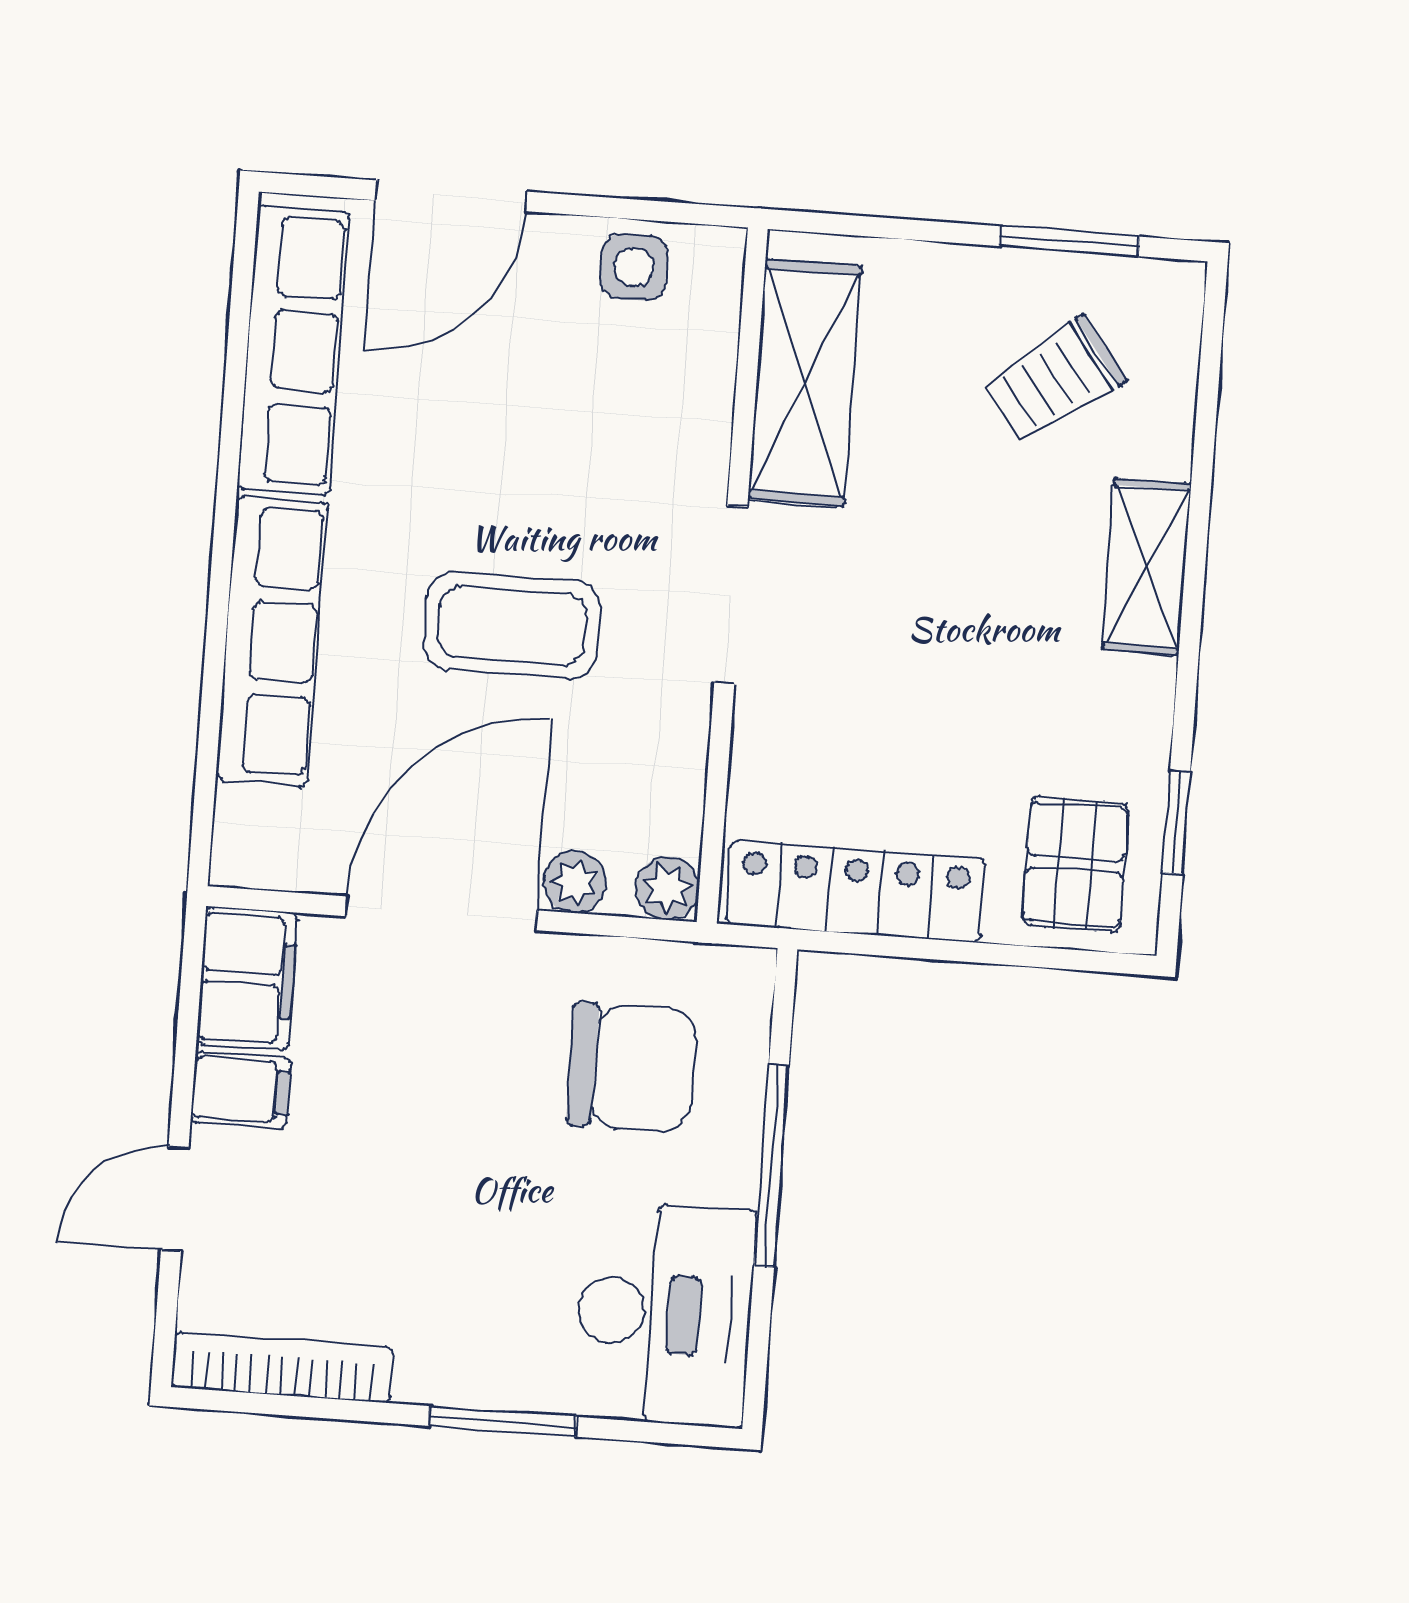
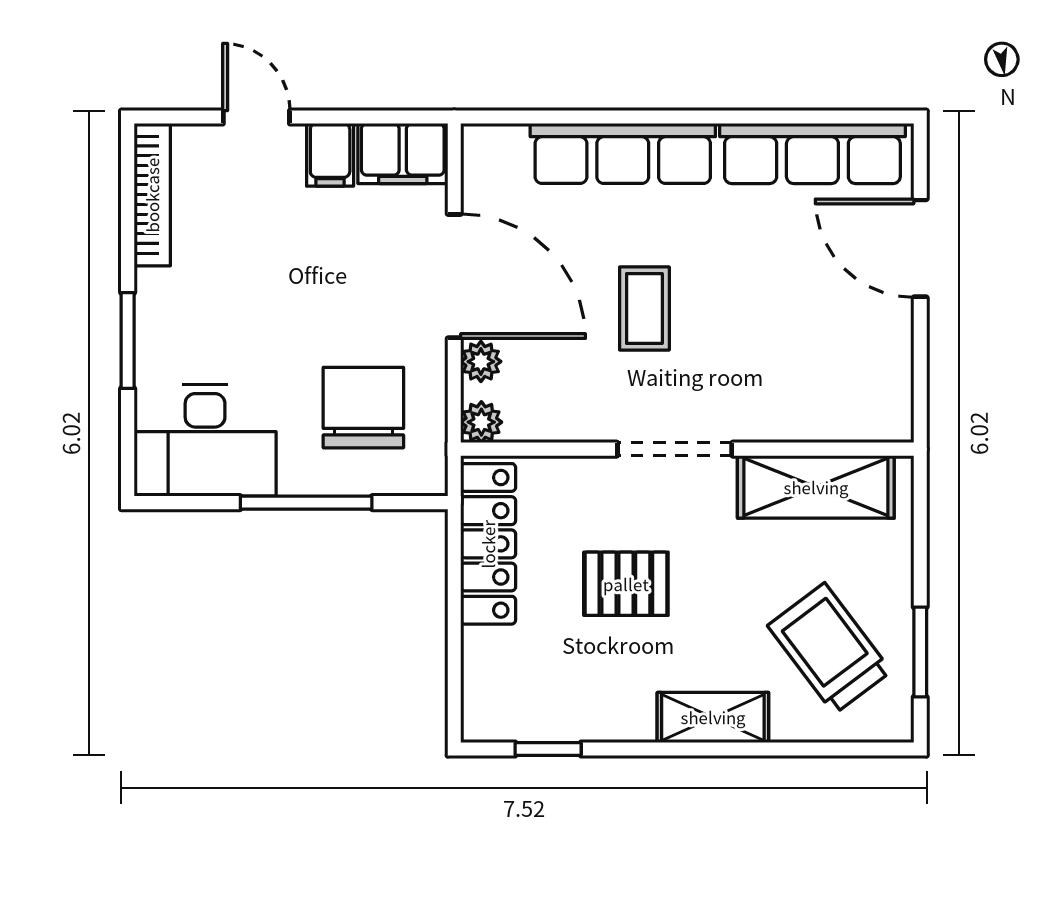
side table: (634, 267) -> (883, 371), removed
trolley: (1054, 380) -> (829, 648), width x1.36, depth x1.39
coffee table: (512, 625) -> (644, 308), width x0.73, depth x0.77
pallet: (1075, 864) -> (626, 584), moved
chair: (632, 1067) -> (363, 408), turned 180

